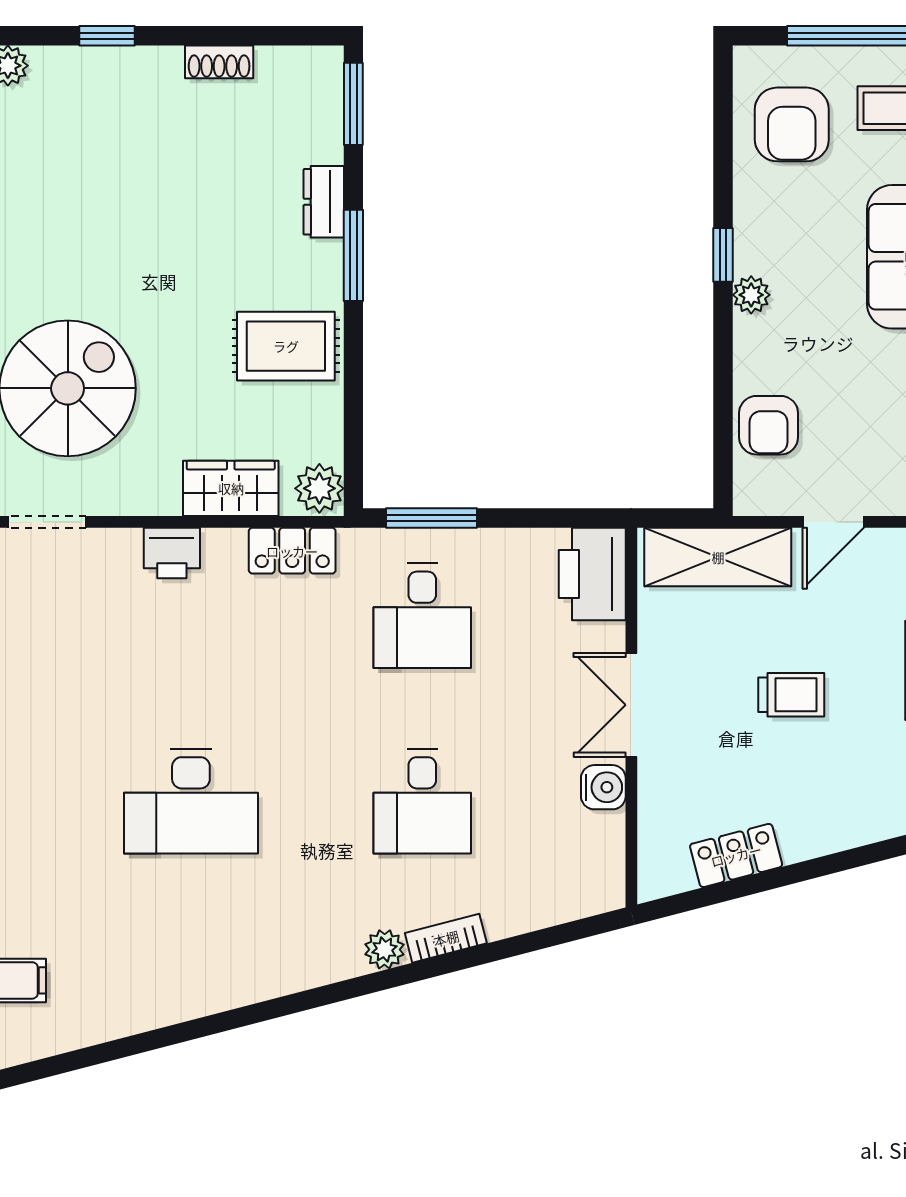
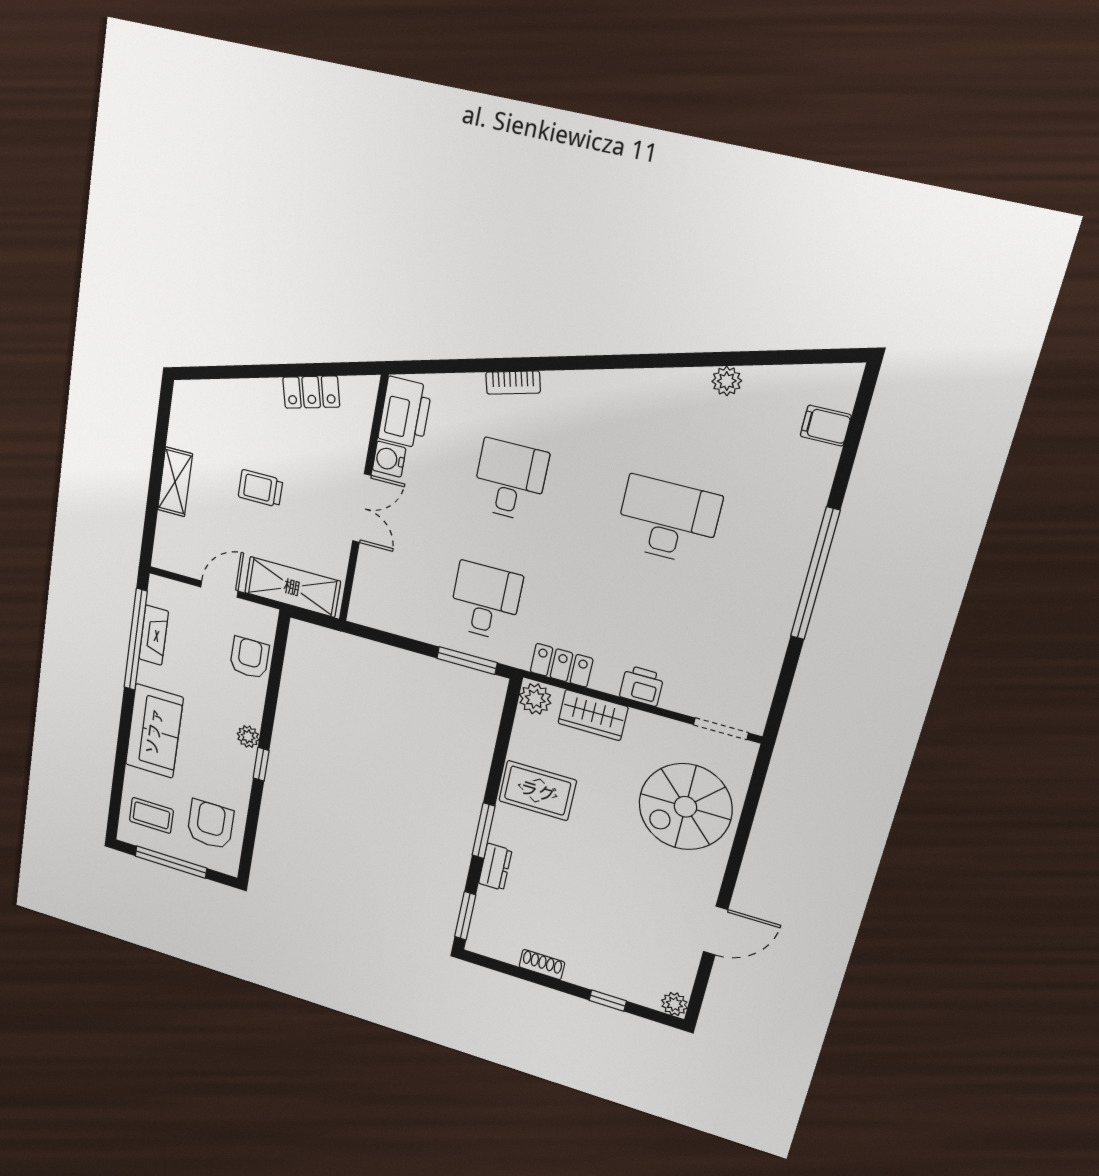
printer: (592, 574) -> (405, 412), moved
plant: (384, 949) -> (727, 381), moved

